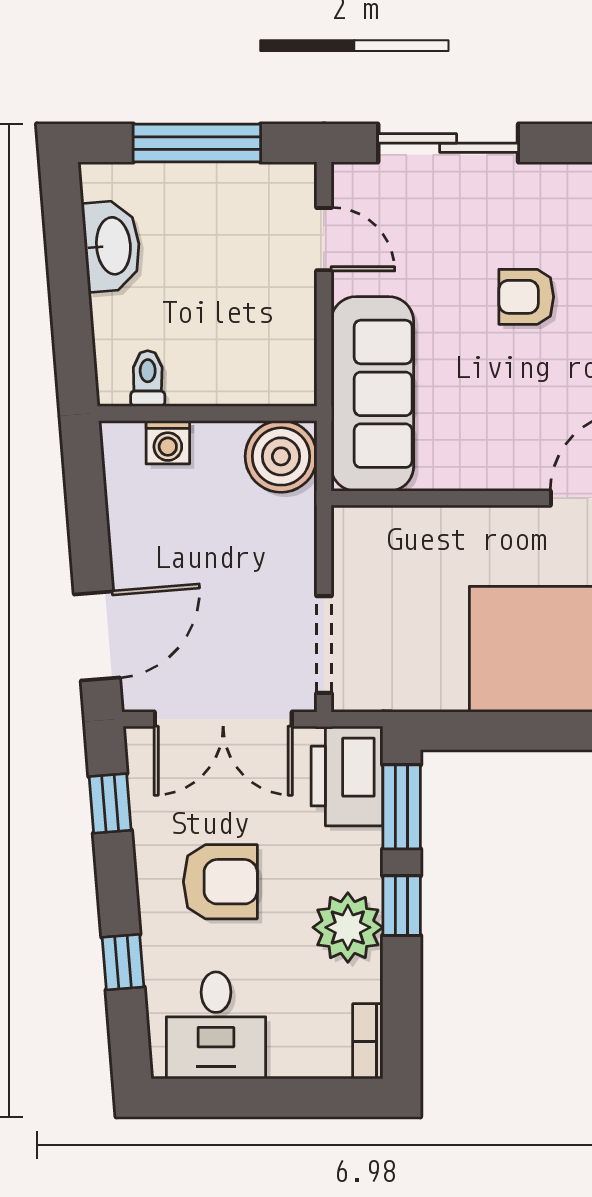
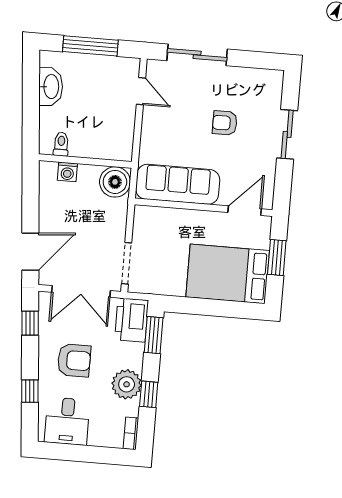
sofa: (372, 394) -> (178, 184), moved, turned -90
window: (402, 906) -> (149, 394), moved

